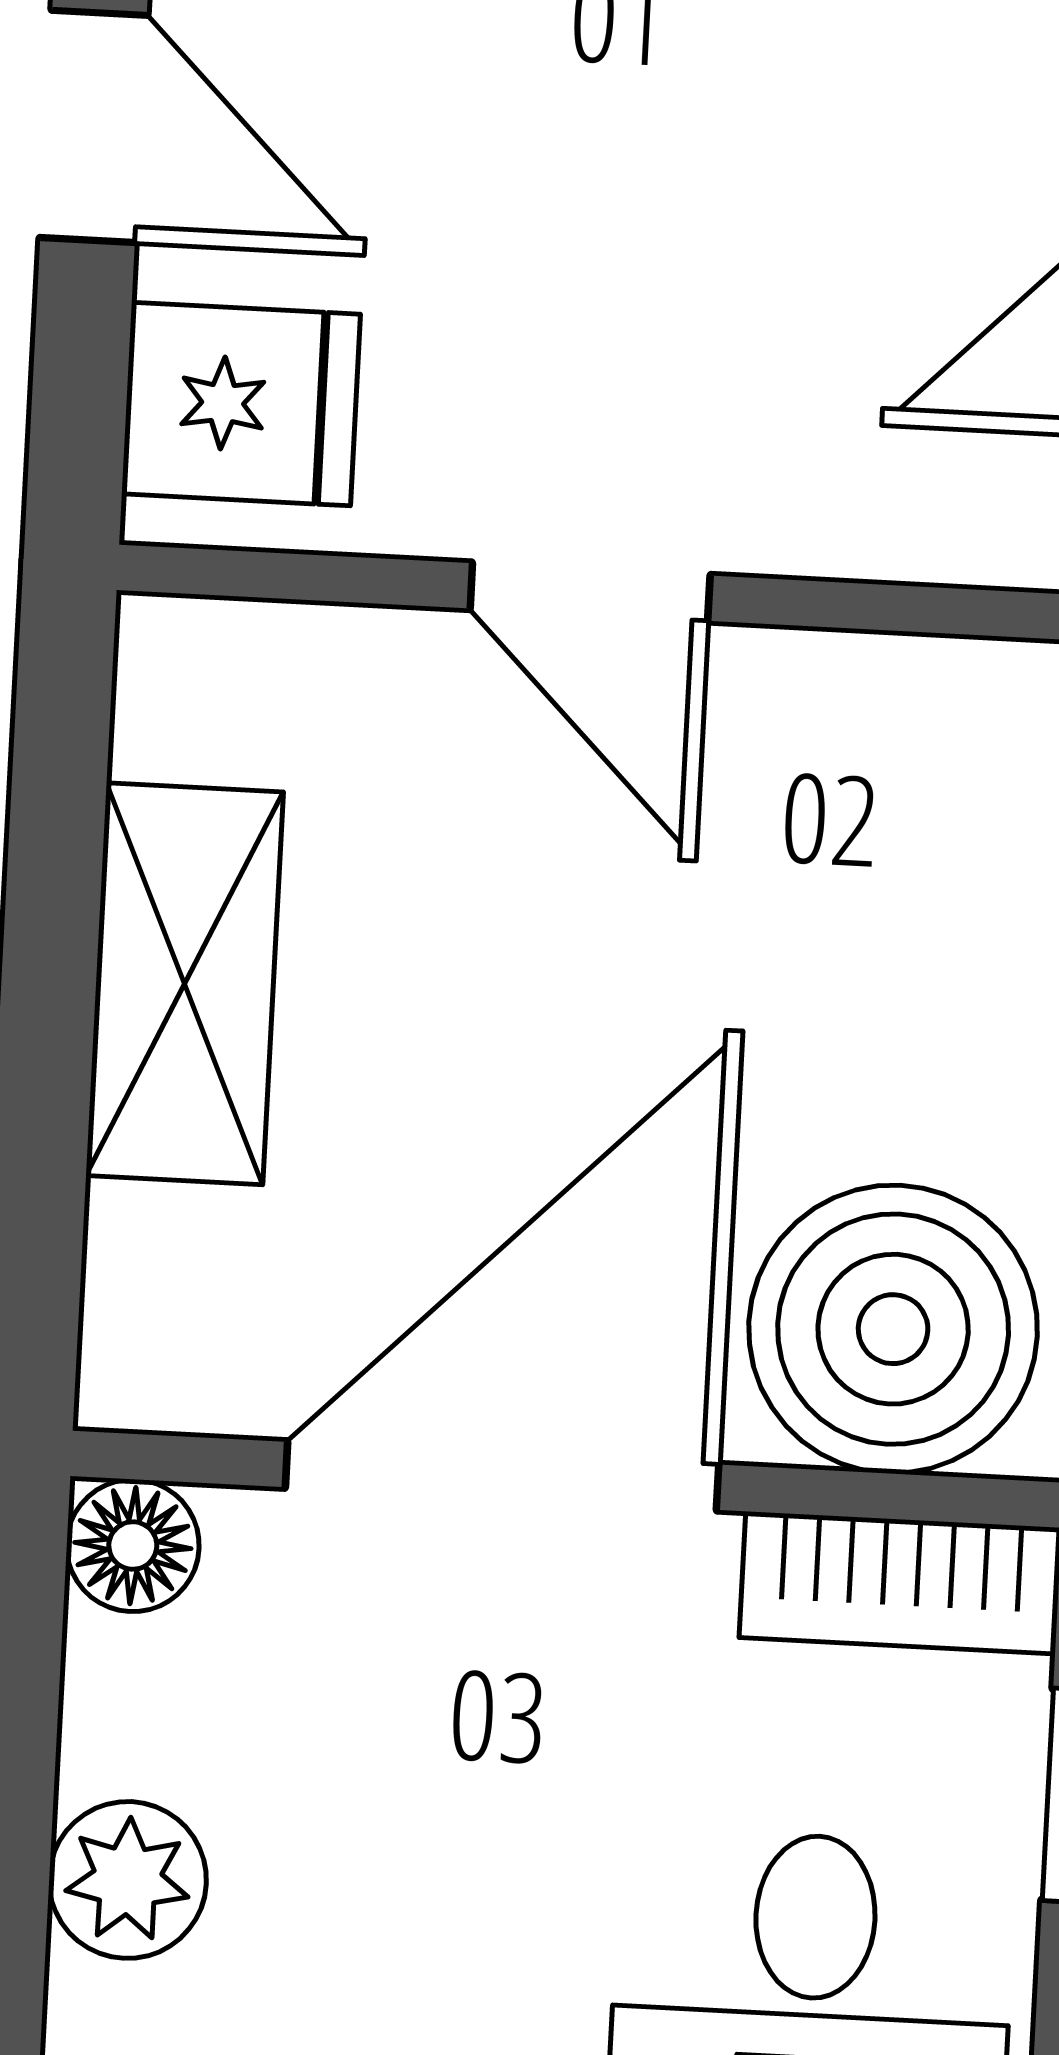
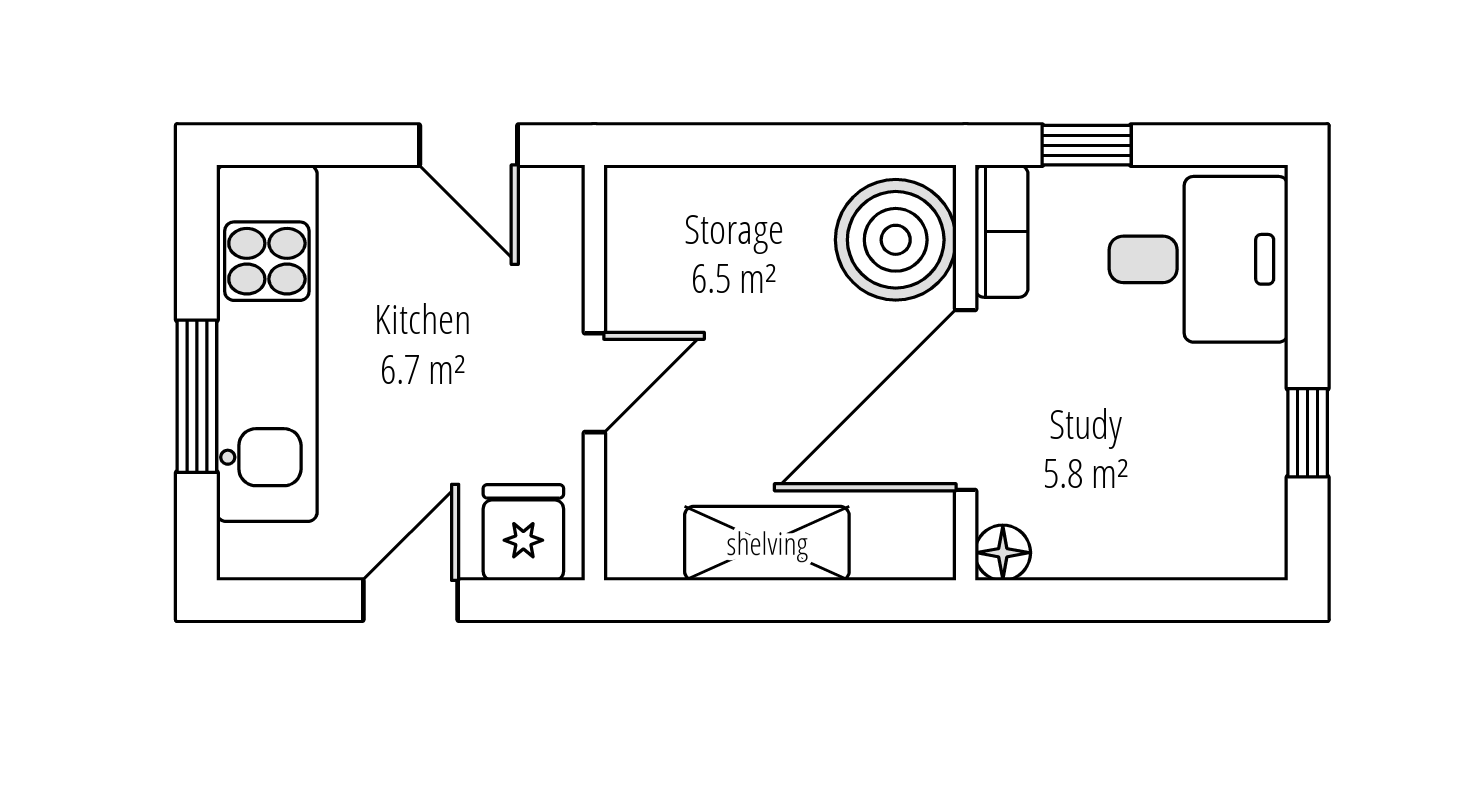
door: (502, 1476) -> (966, 400), hinge flipped
plant: (128, 1880) -> (1143, 548), removed

